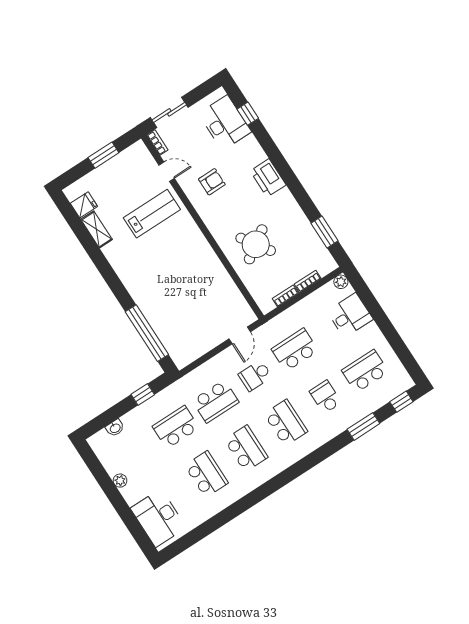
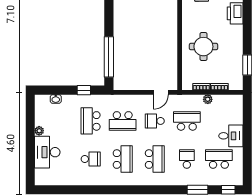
round table: (256, 244) -> (203, 47), turned 34
plant: (341, 282) -> (208, 99), moved
desk: (350, 315) -> (231, 136), moved
school desk: (176, 427) -> (91, 121), turned -90
school desk: (206, 474) -> (91, 159), width x0.54
desk: (158, 518) -> (47, 152), moved

